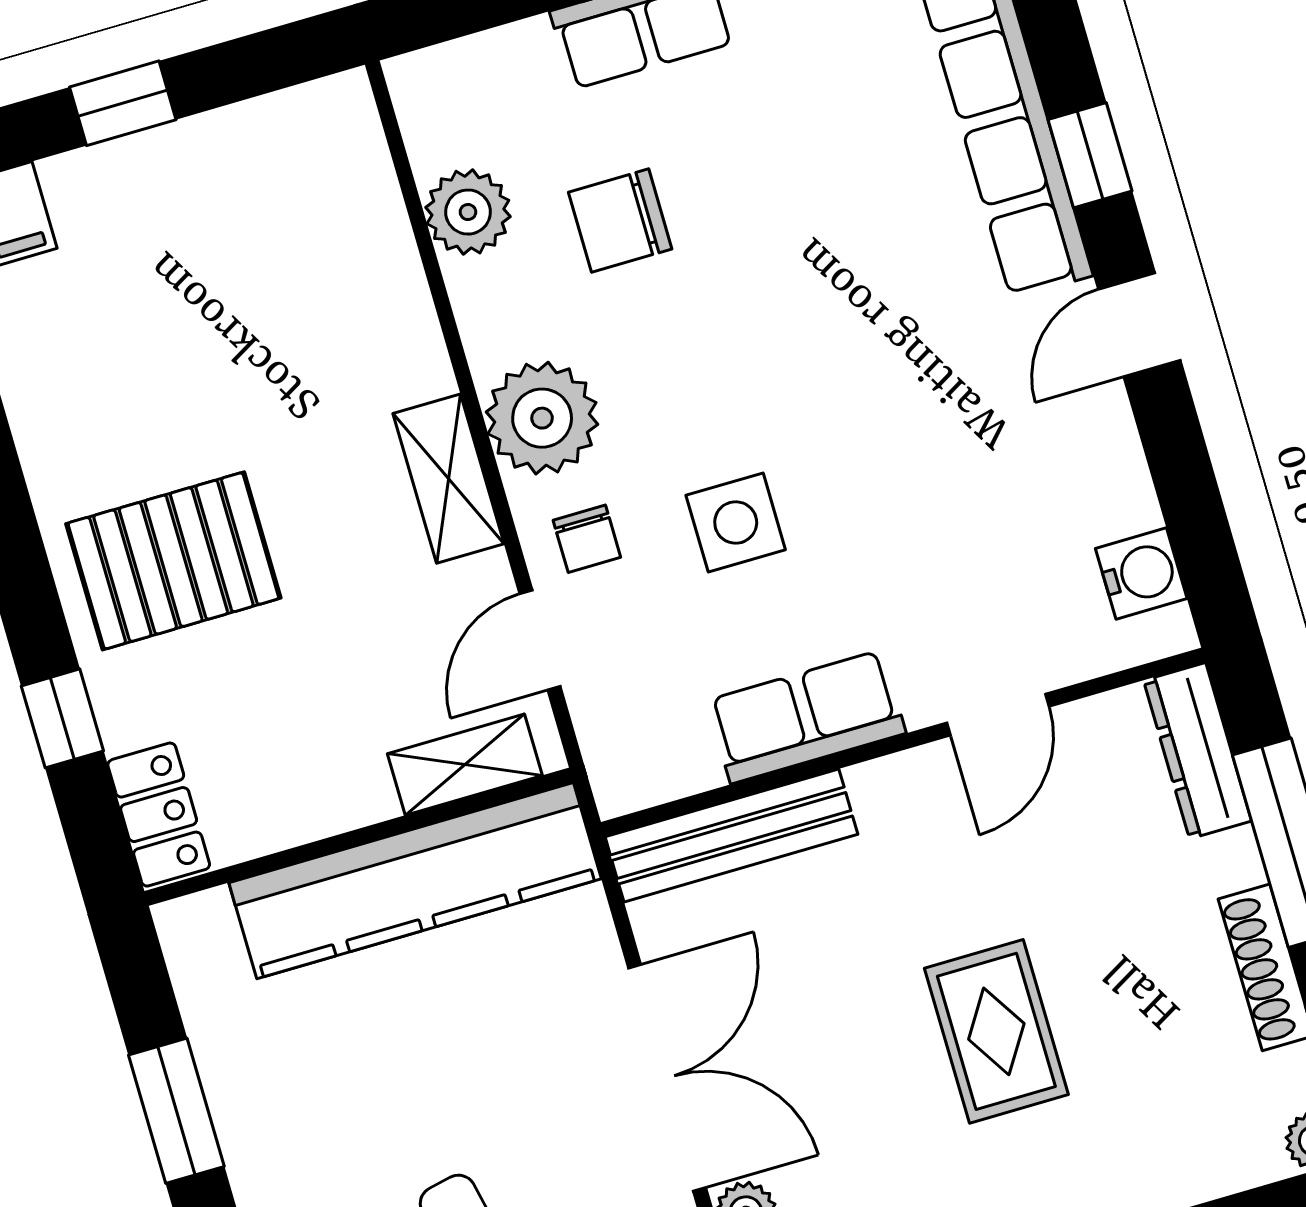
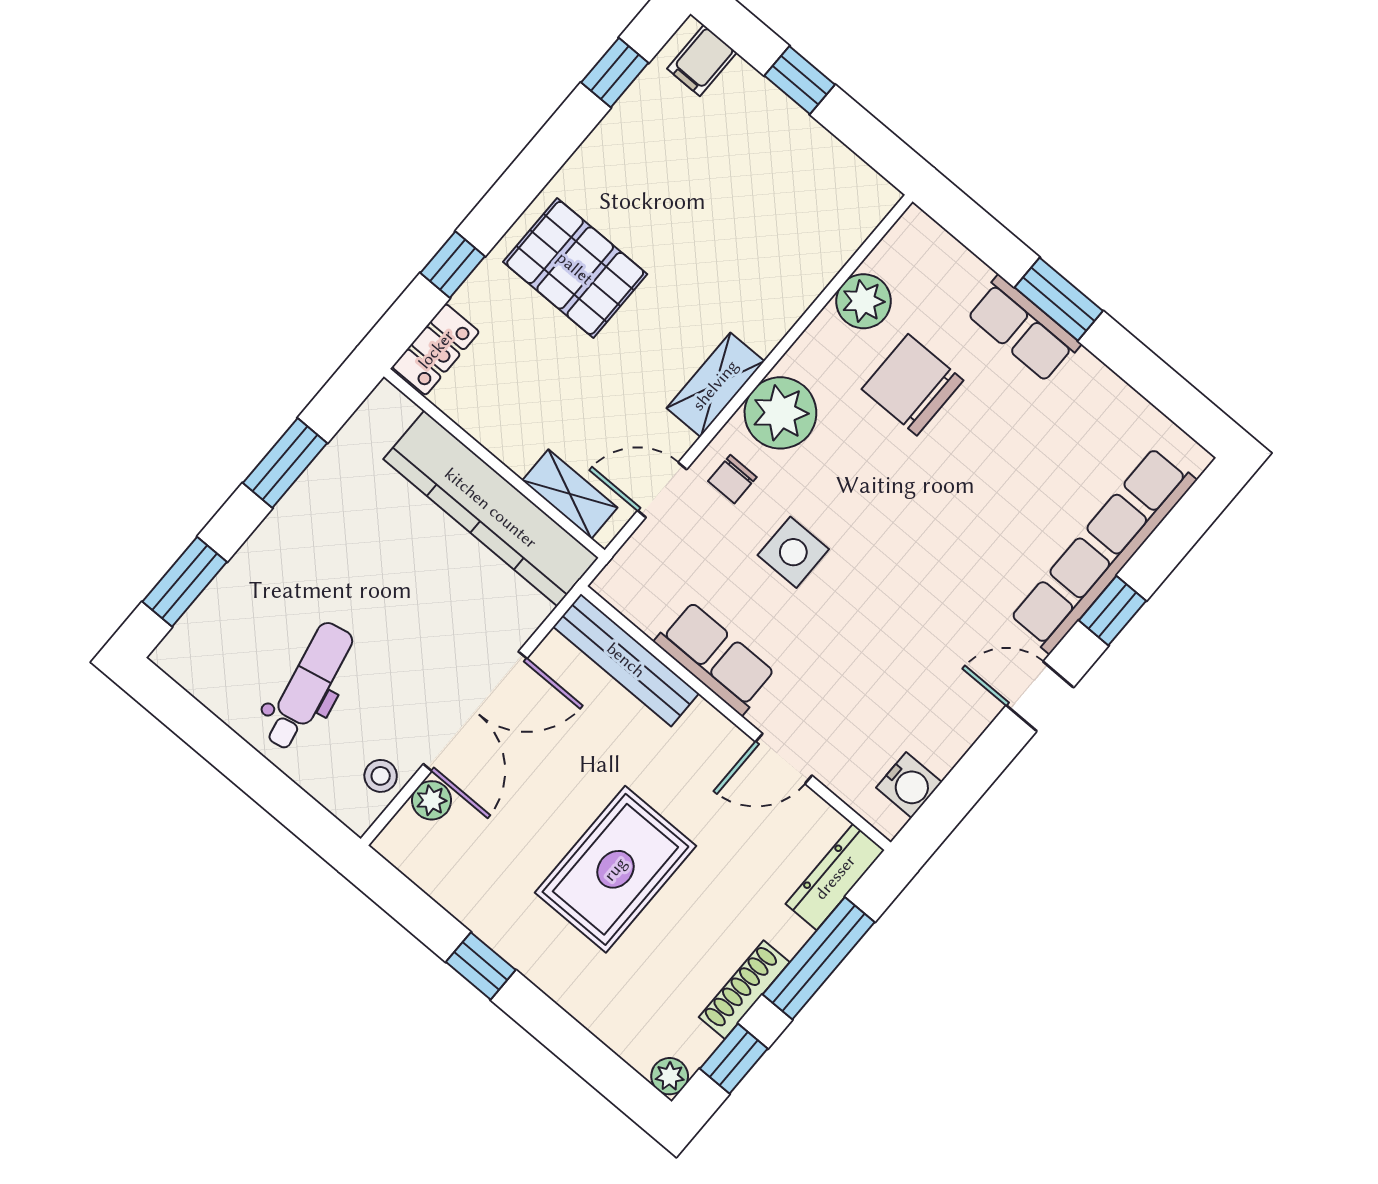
chair: (620, 221) -> (913, 385), width x1.37, depth x1.37
rug: (996, 1031) -> (615, 869), width x1.36, depth x1.43

